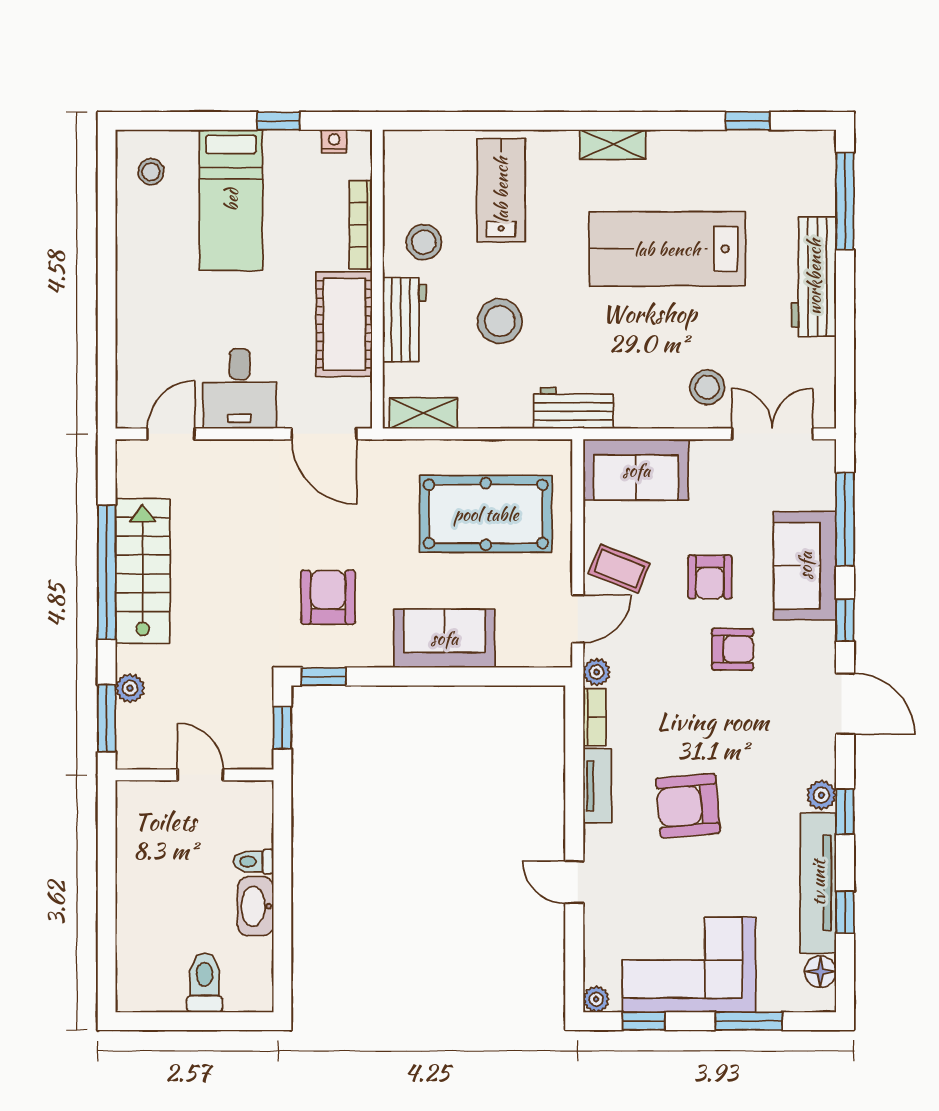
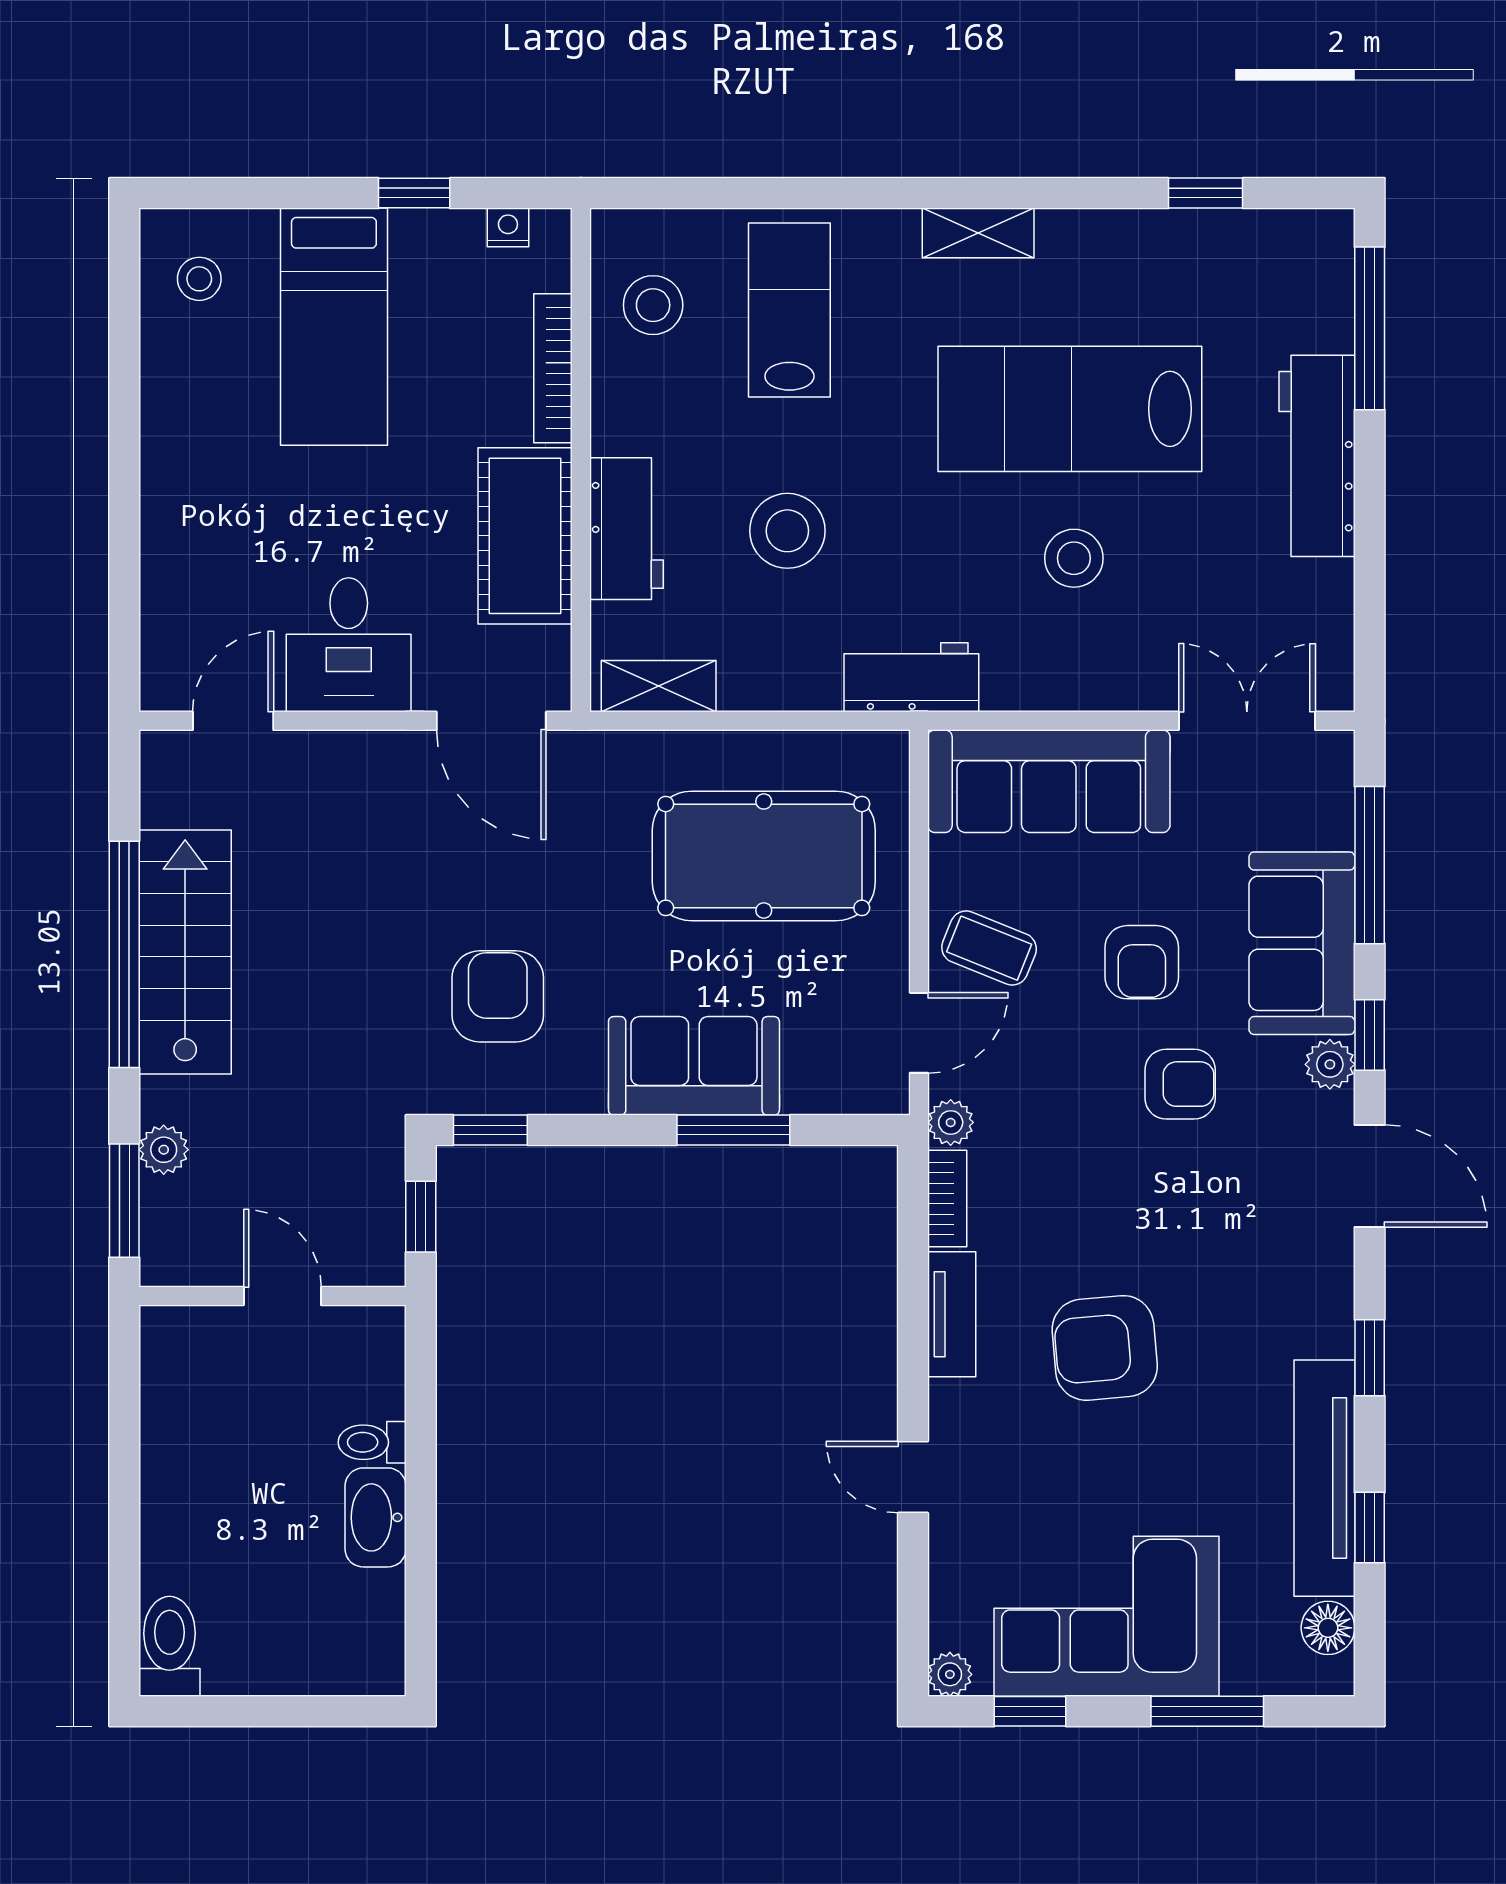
stool: (424, 242) -> (653, 305), moved
stool: (707, 387) -> (1074, 558), moved
sofa: (636, 470) -> (1049, 781), width x1.36
window: (468, 676) -> (733, 1130), added
plant: (821, 795) -> (1330, 1064), moved
toilet: (205, 983) -> (170, 1646), moved

